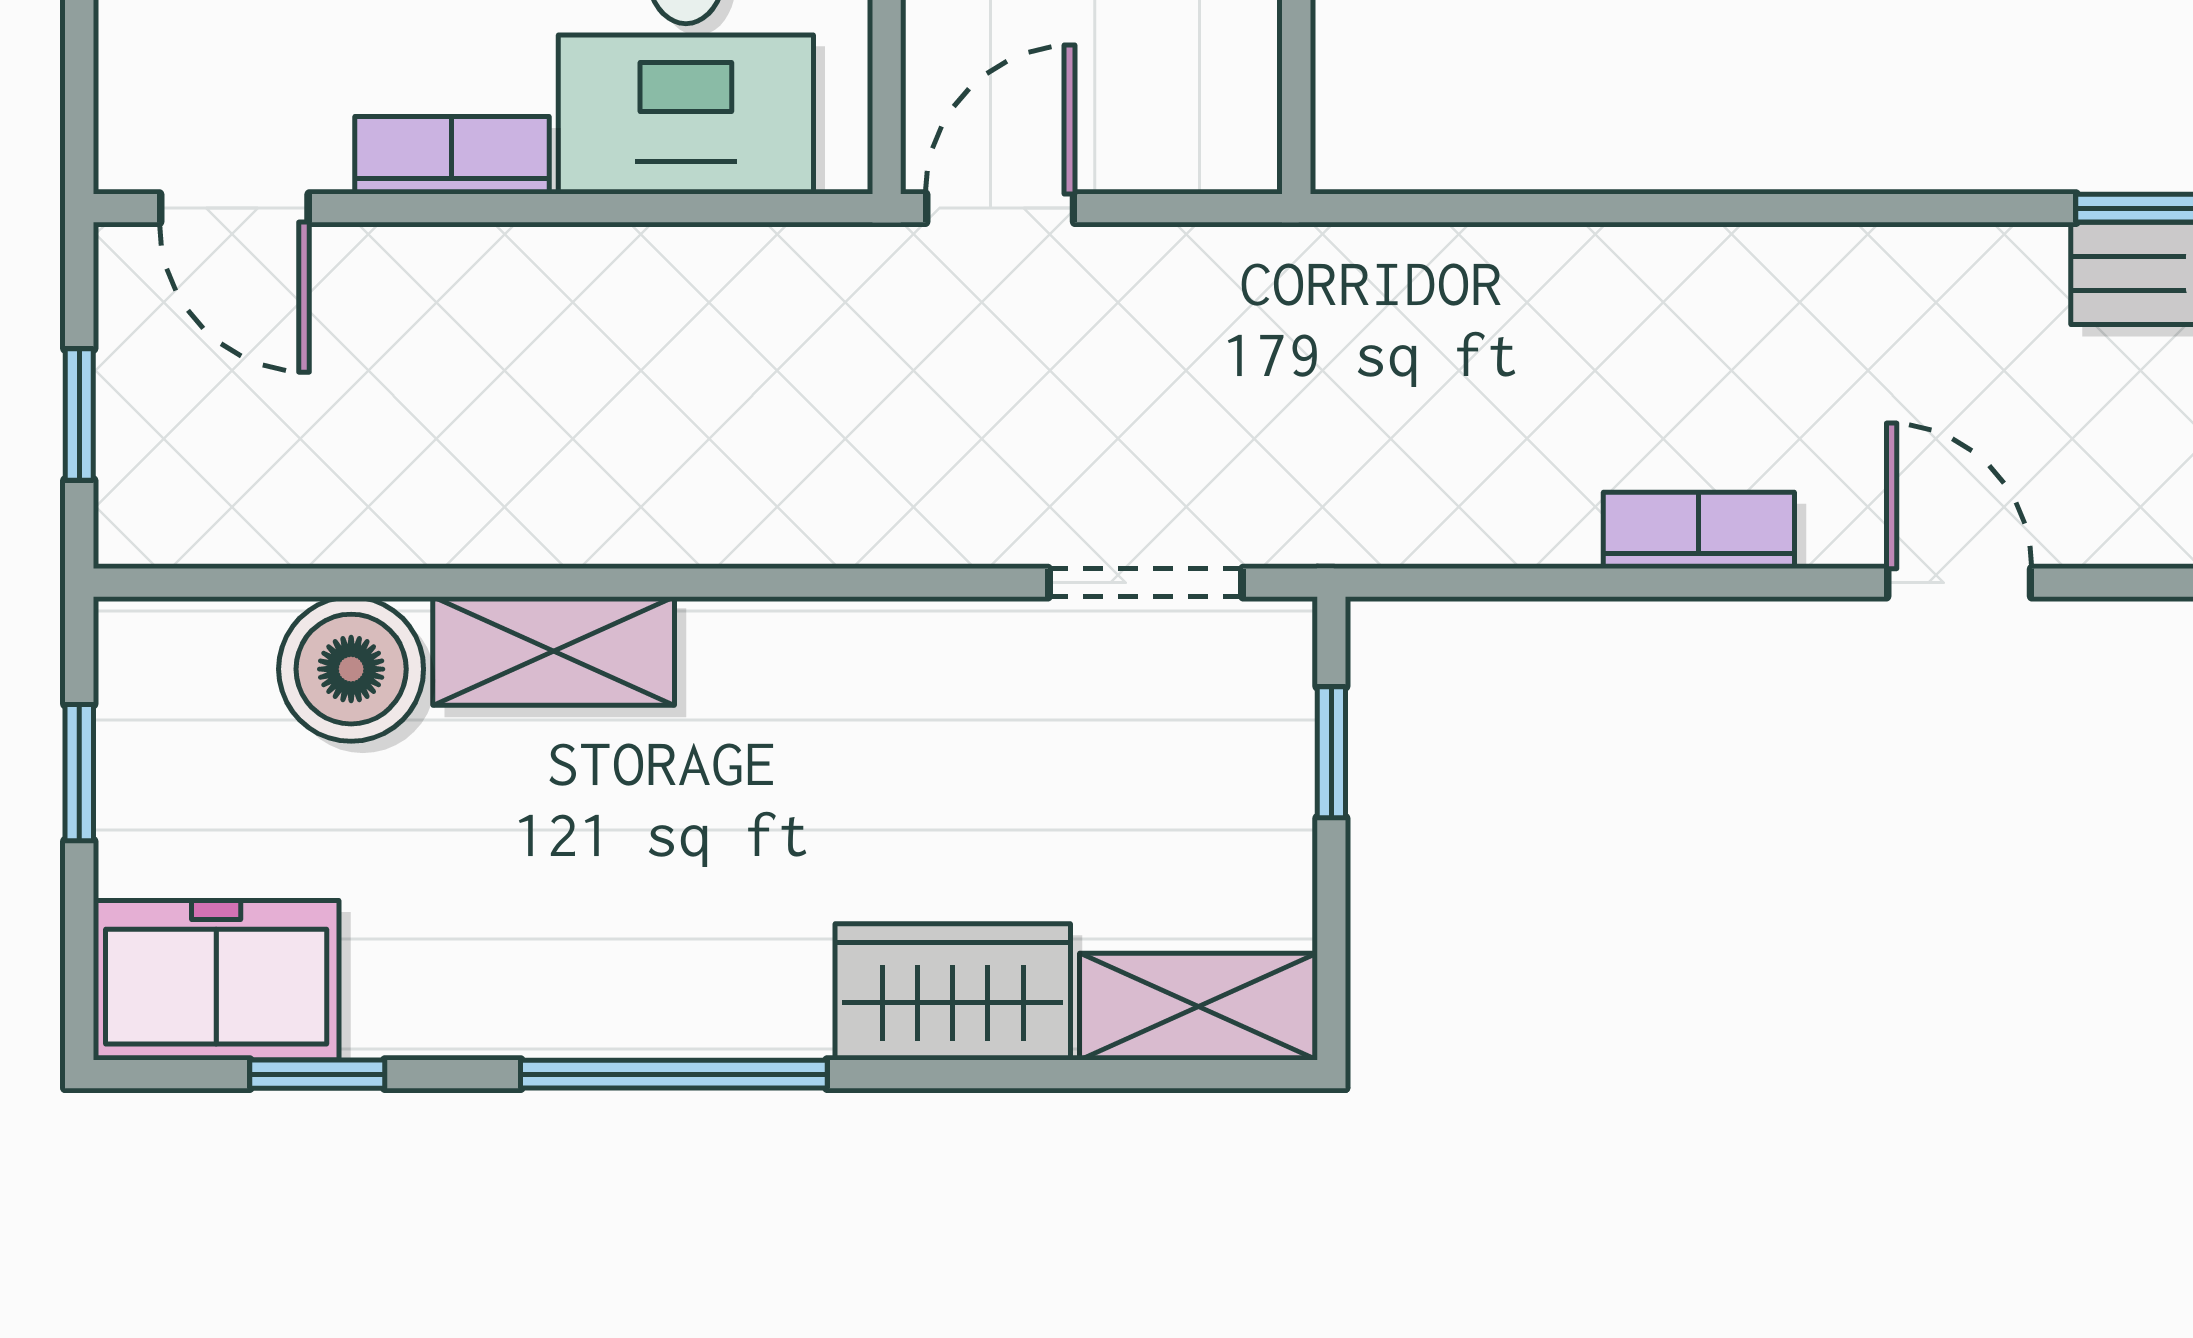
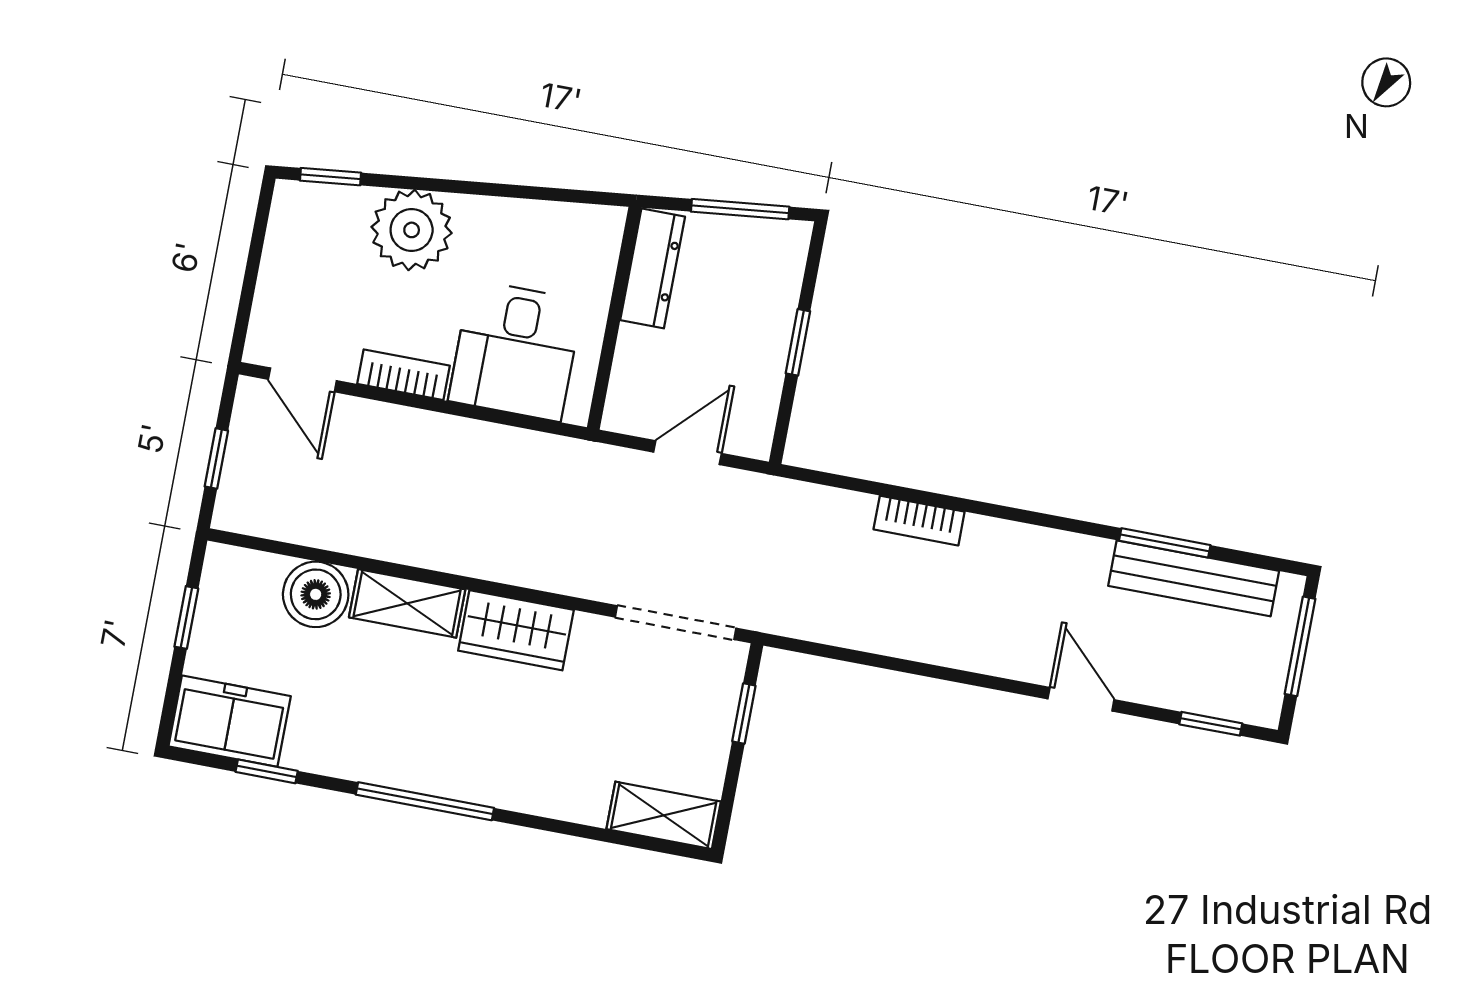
door: (1000, 208) -> (688, 453), moved
bookcase: (1699, 530) -> (919, 521), moved, turned 180
doorway: (1145, 583) -> (676, 623), width x1.38
door: (1959, 583) -> (1081, 699), moved
wardrobe: (953, 992) -> (516, 630), moved, turned 180

